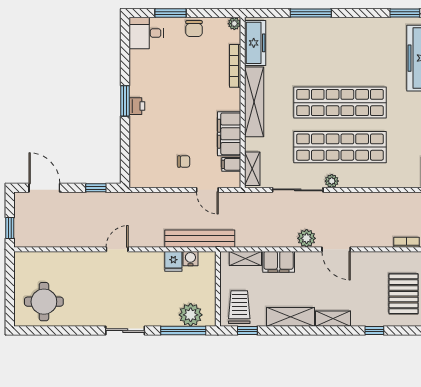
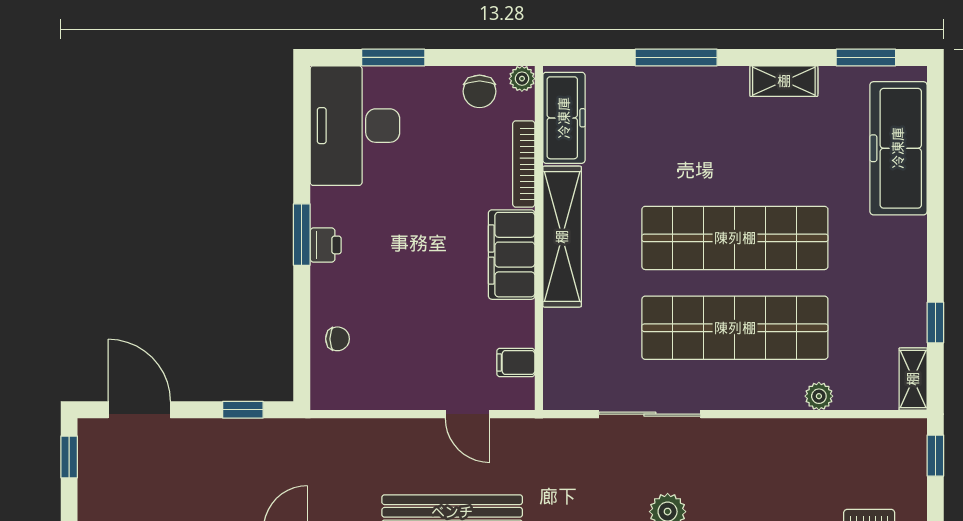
chair: (194, 29) -> (480, 91), moved
desk: (146, 33) -> (355, 126), width x1.87, depth x1.30
filing cabinet: (229, 134) -> (512, 255), moved
chair: (184, 161) -> (338, 339), moved
shelving: (252, 169) -> (784, 81), moved, turned 90
plant: (332, 181) -> (819, 396), moved
window: (10, 228) -> (69, 457), moved

